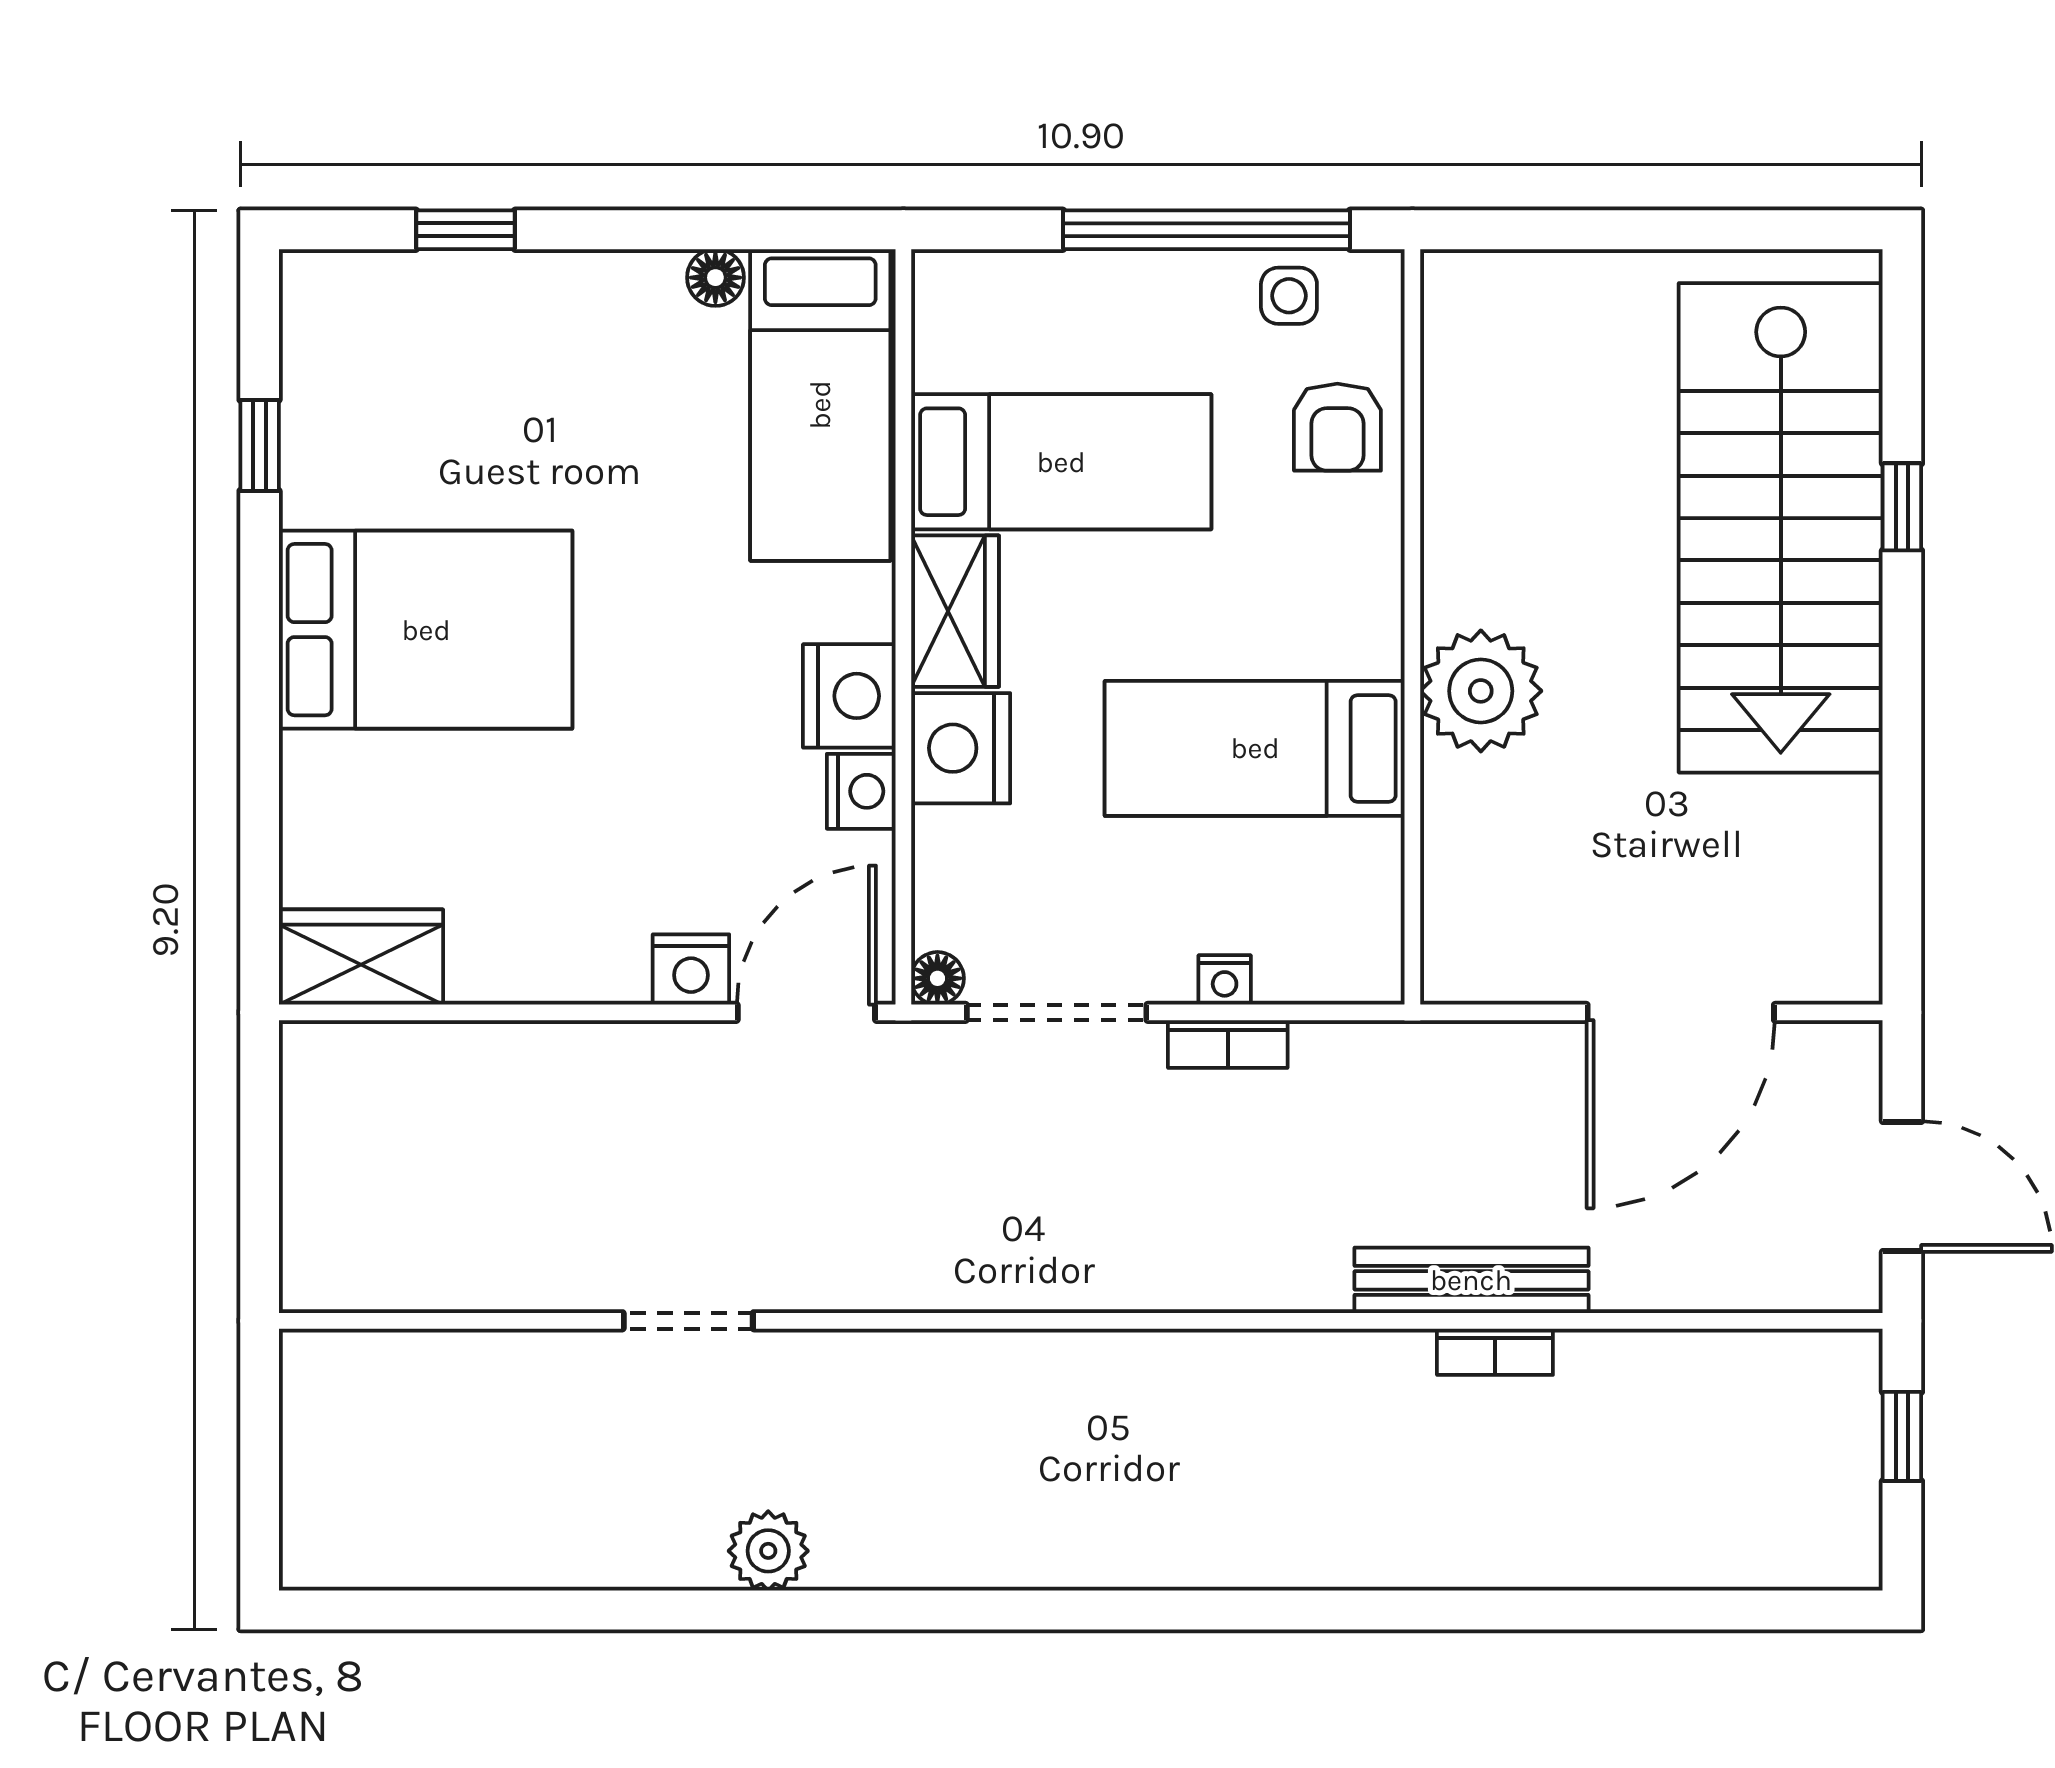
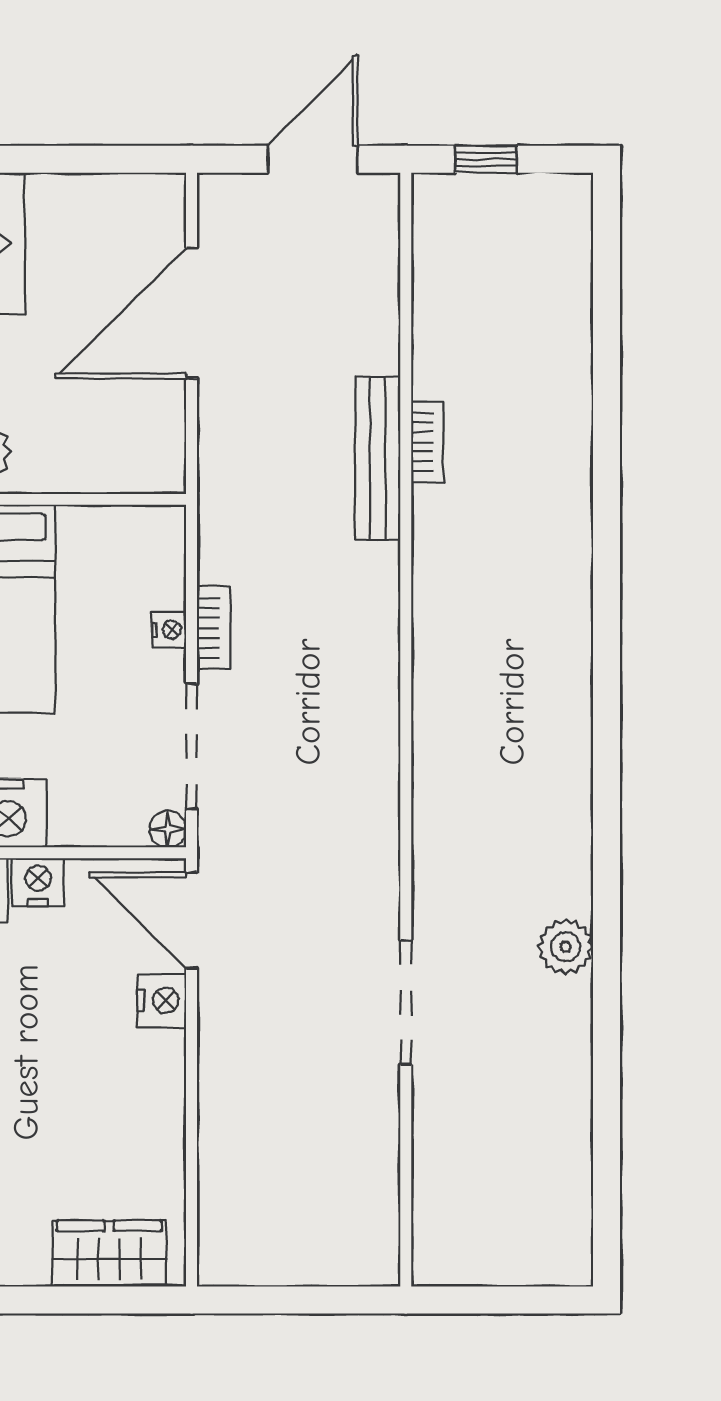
wardrobe: (361, 957) -> (109, 1254), moved, turned 90
door: (1681, 1012) -> (192, 313), swing flipped
doorway: (688, 1321) -> (406, 1002), width x1.38

